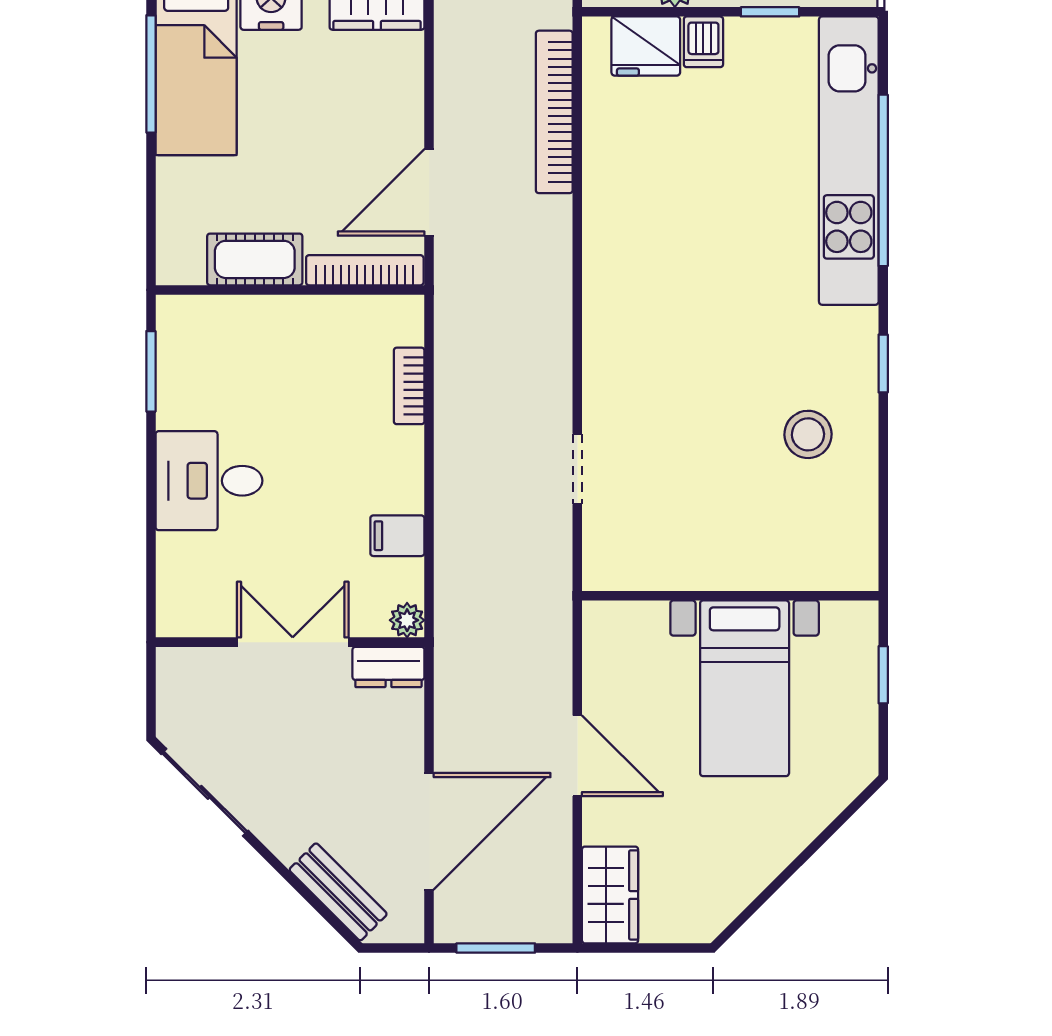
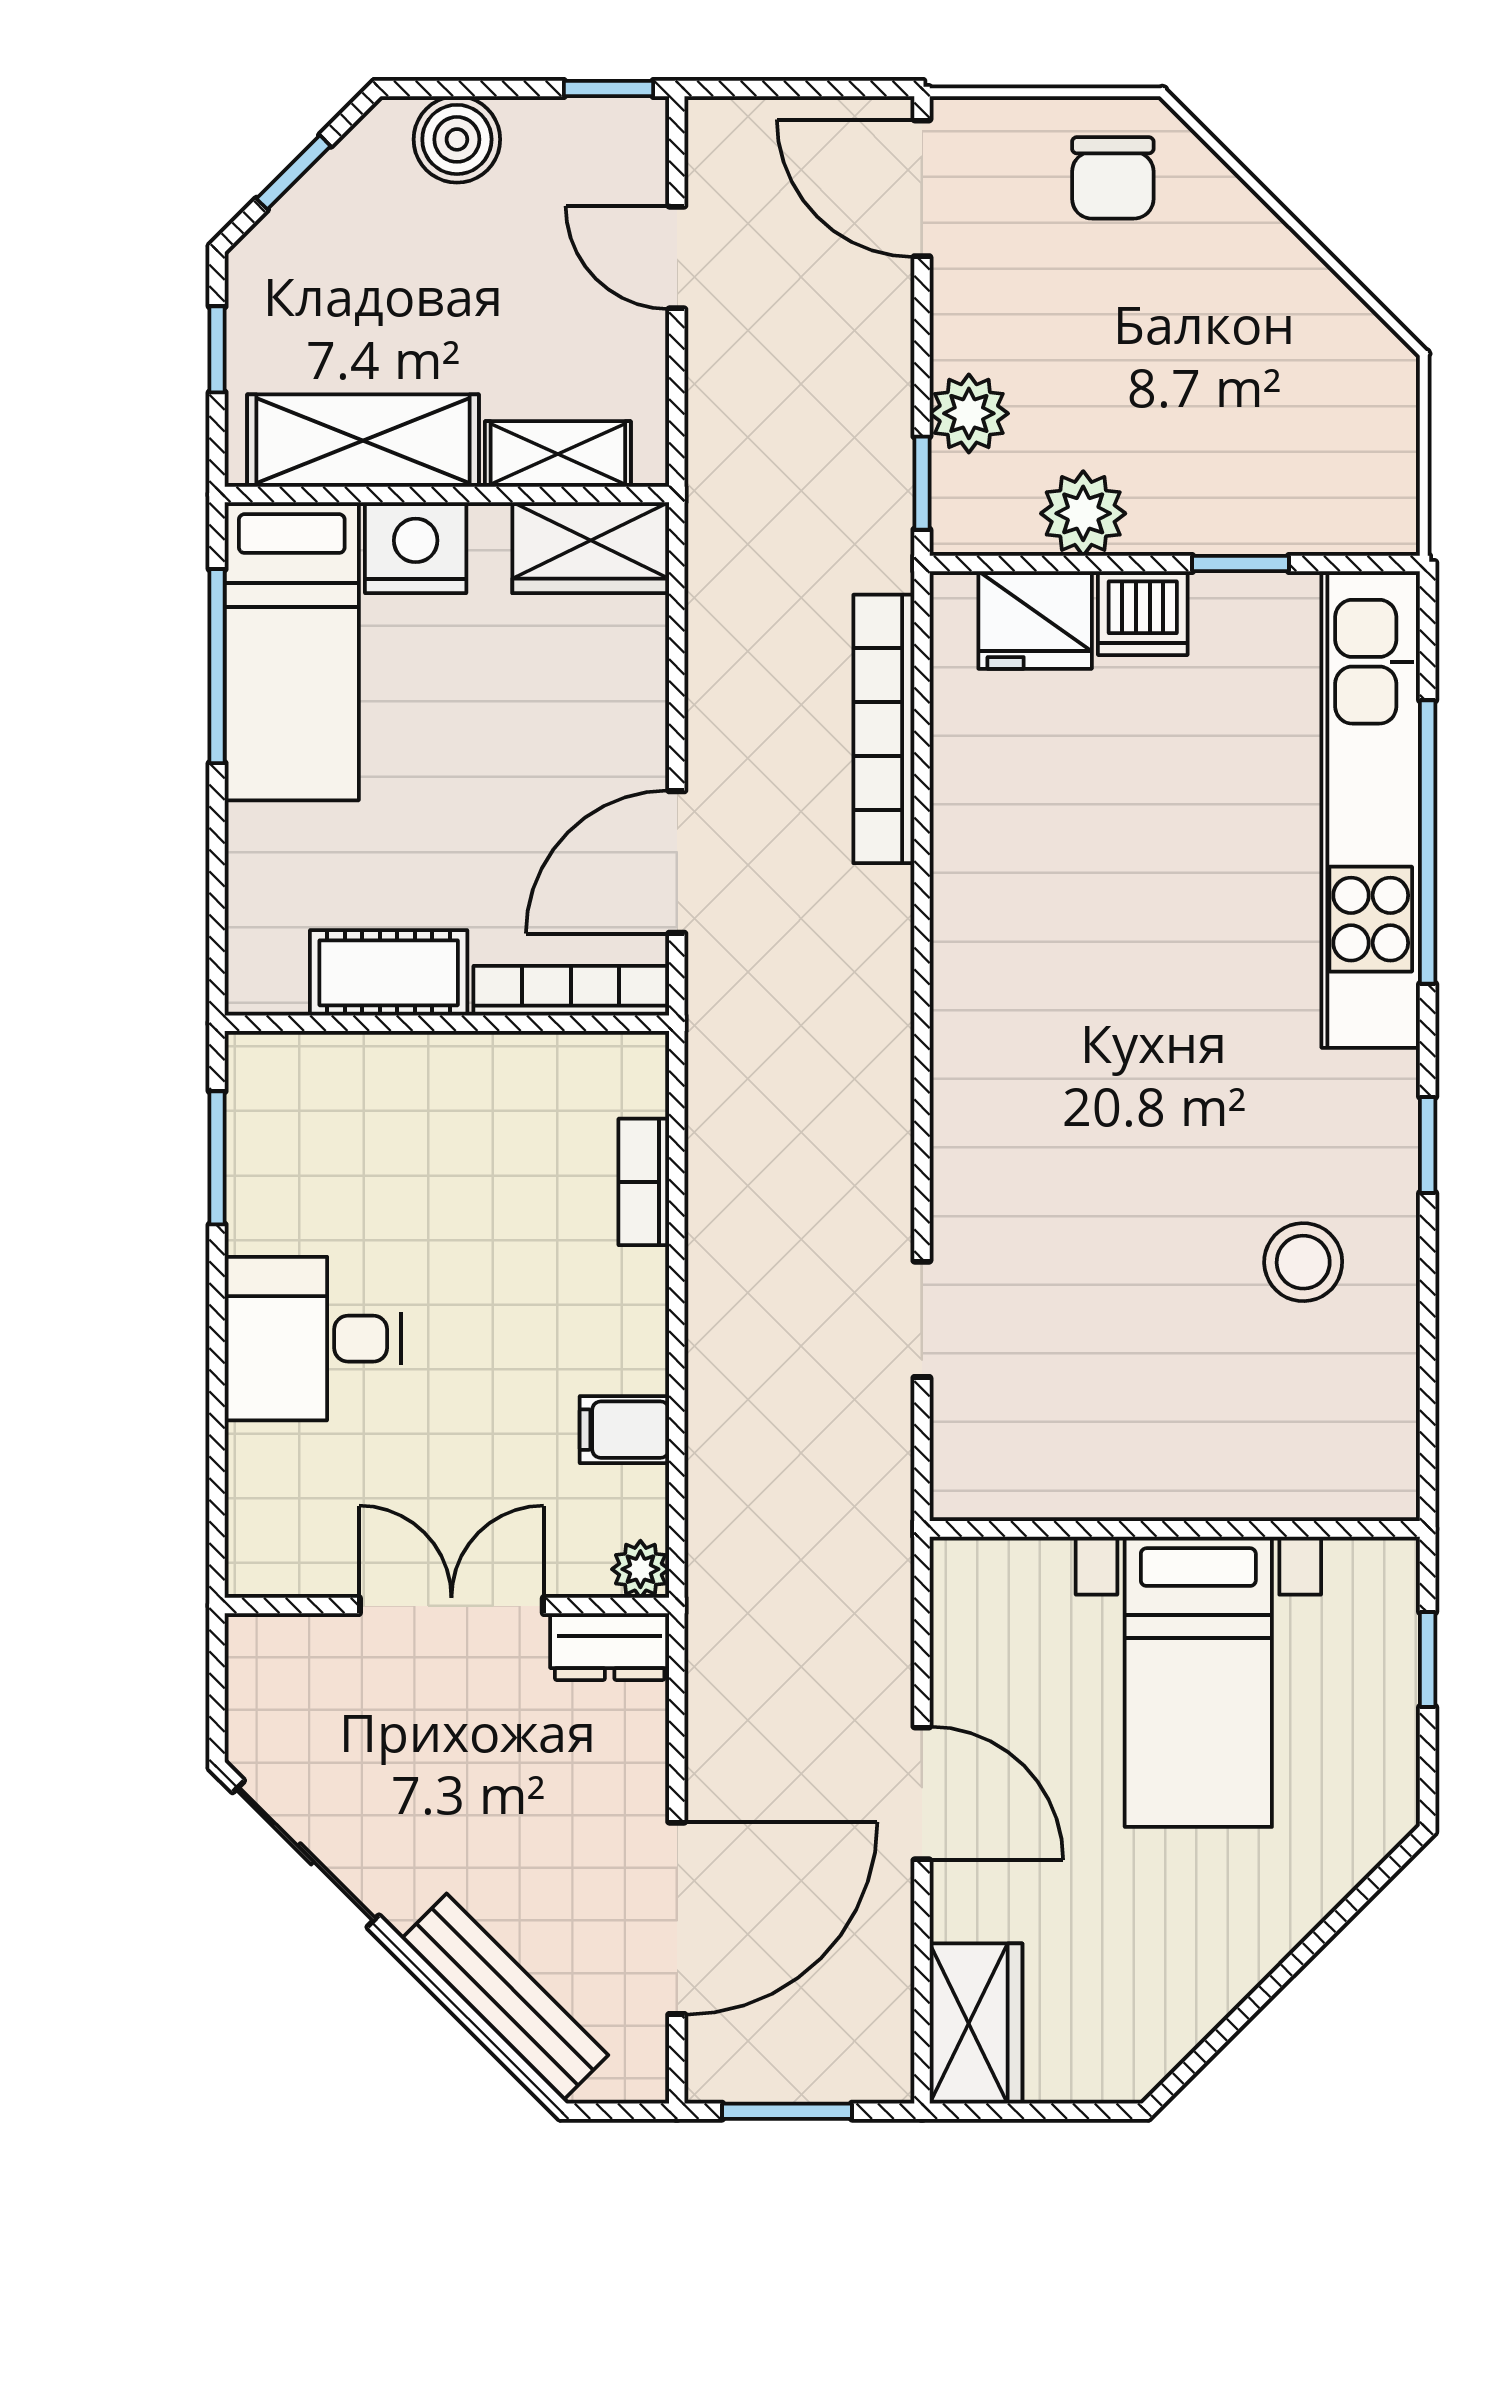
dishwasher: (703, 42) -> (1143, 613), width x1.38
bench: (338, 892) -> (505, 1997), width x1.36

